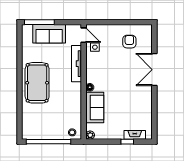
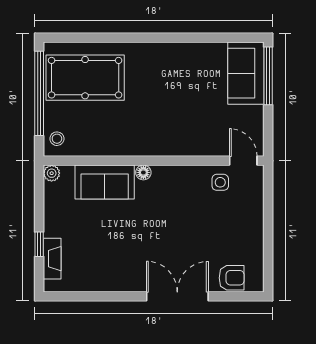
sofa: (49, 34) -> (246, 73), moved
door: (84, 35) -> (243, 161), swing flipped
armchair: (129, 42) -> (232, 278), moved
tv unit: (77, 64) -> (189, 147), removed
pool table: (37, 83) -> (85, 78), moved

